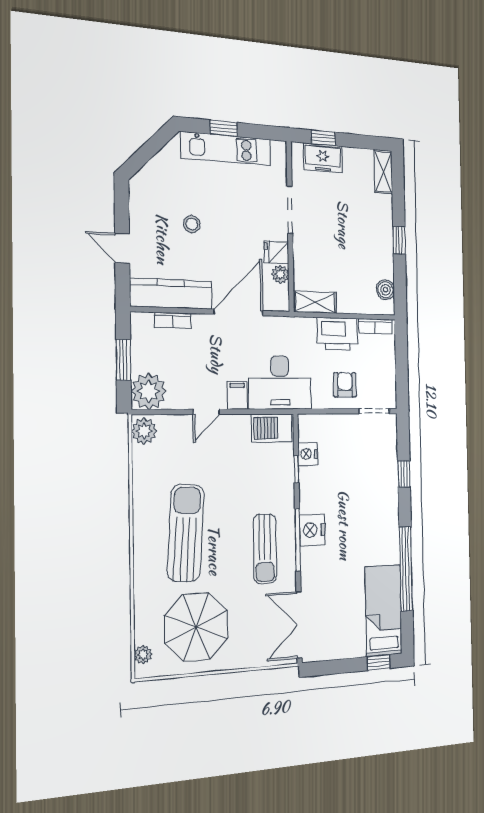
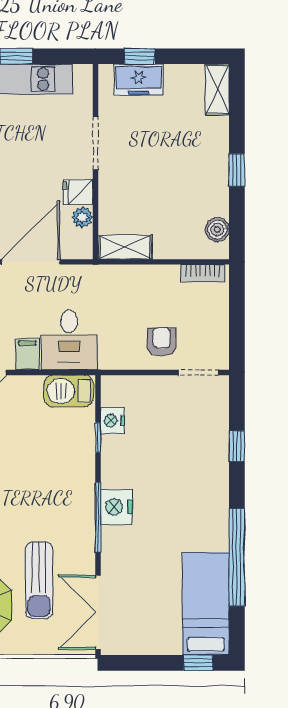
printer: (337, 334) -> (153, 283), removed
desk: (280, 383) -> (69, 340), width x0.73
sun lounger: (265, 549) -> (39, 580), moved

